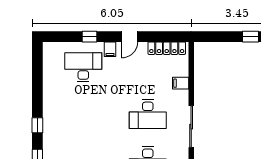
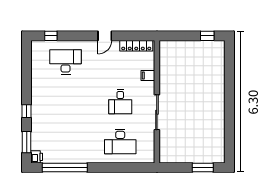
window: (90, 37) -> (51, 36), moved
filing cabinet: (110, 49) -> (88, 47), removed
desk: (148, 114) -> (120, 102), width x0.73

